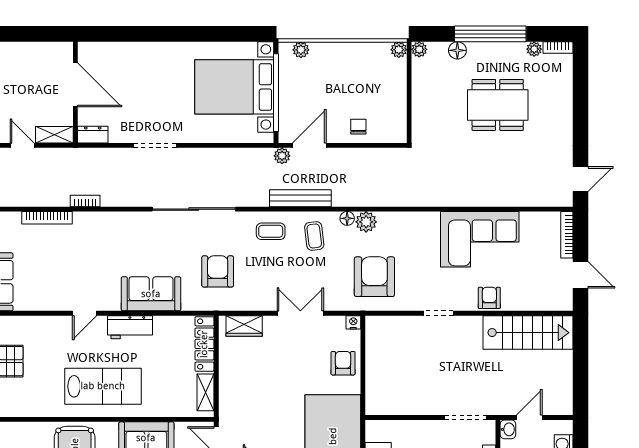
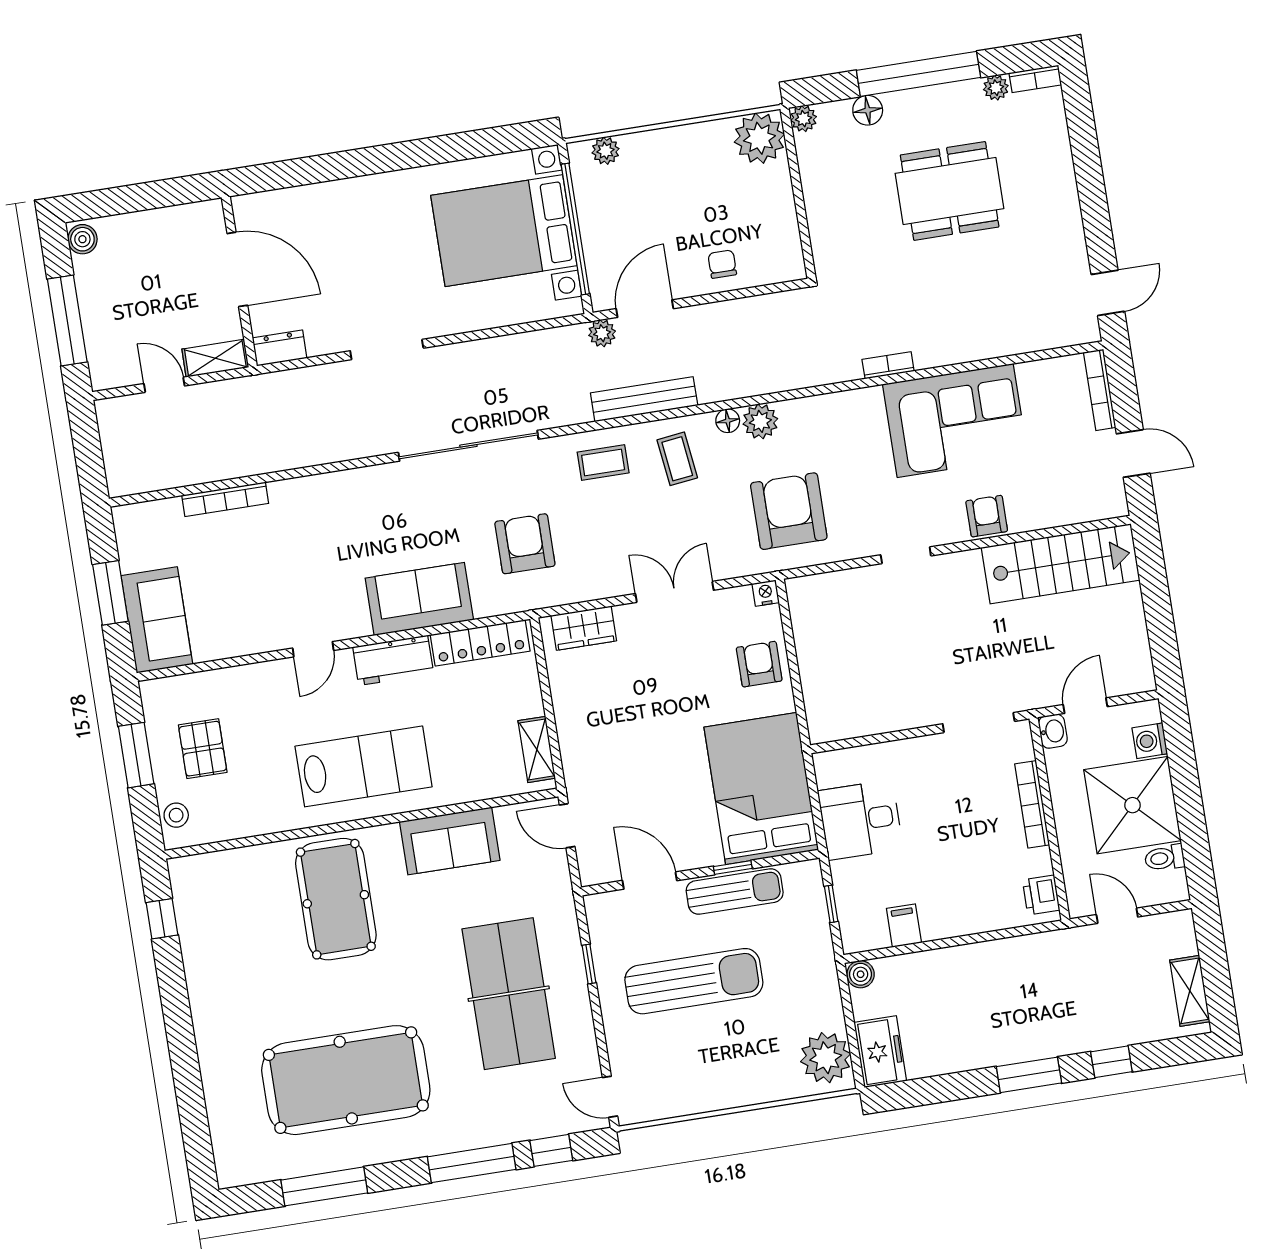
plant: (399, 50) -> (759, 138), width x1.88, depth x1.88
bookcase: (85, 201) -> (888, 365), moved
locker: (204, 344) -> (480, 643), moved, turned -90

